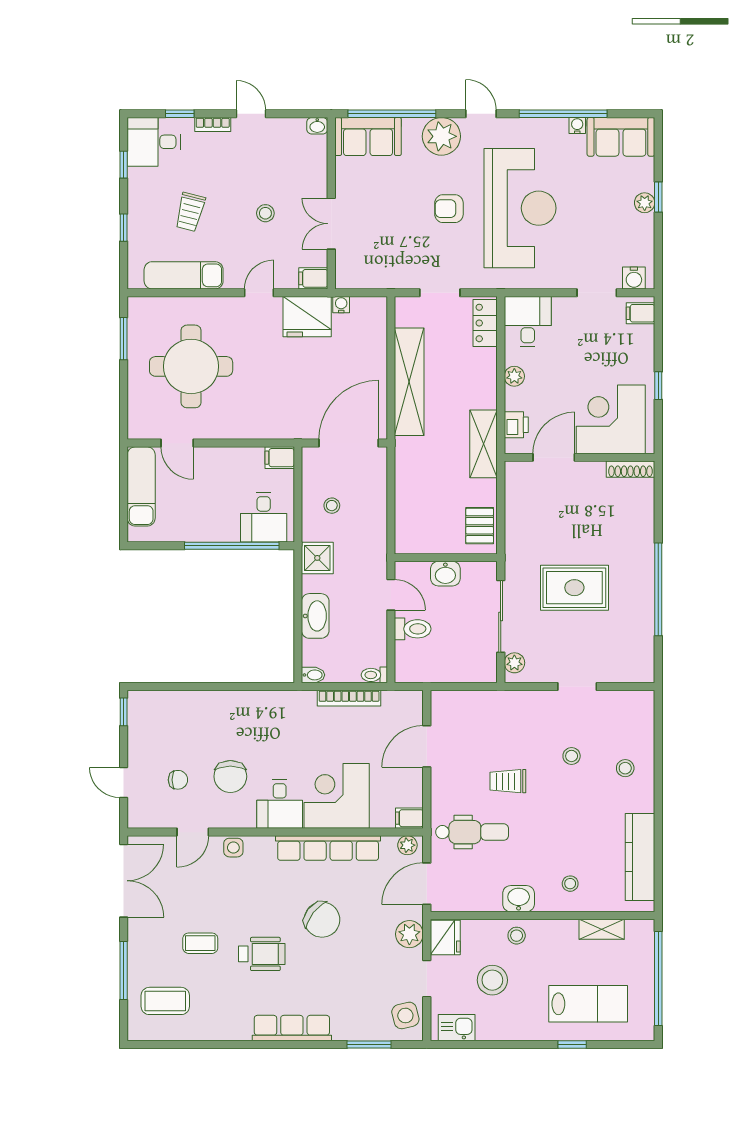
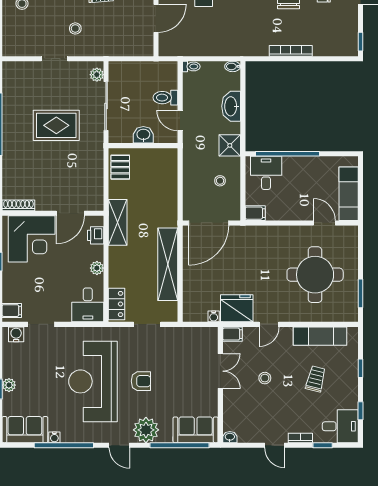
bookcase: (349, 698) -> (291, 51), moved
stool: (572, 756) -> (75, 28), moved

